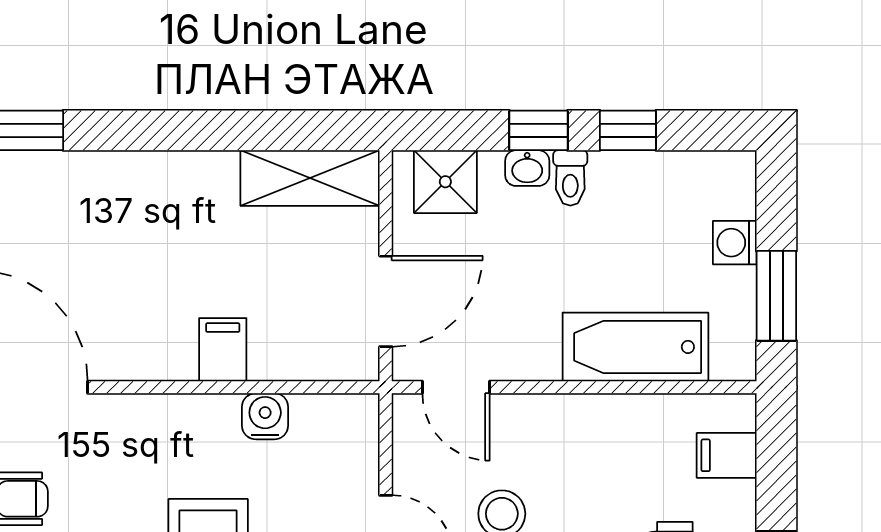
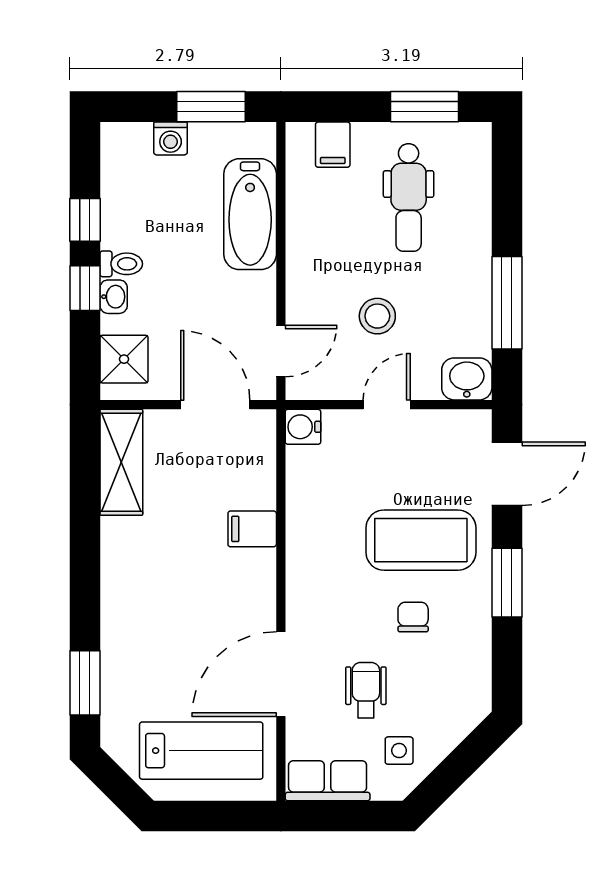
water cooler: (265, 416) -> (303, 427), moved

